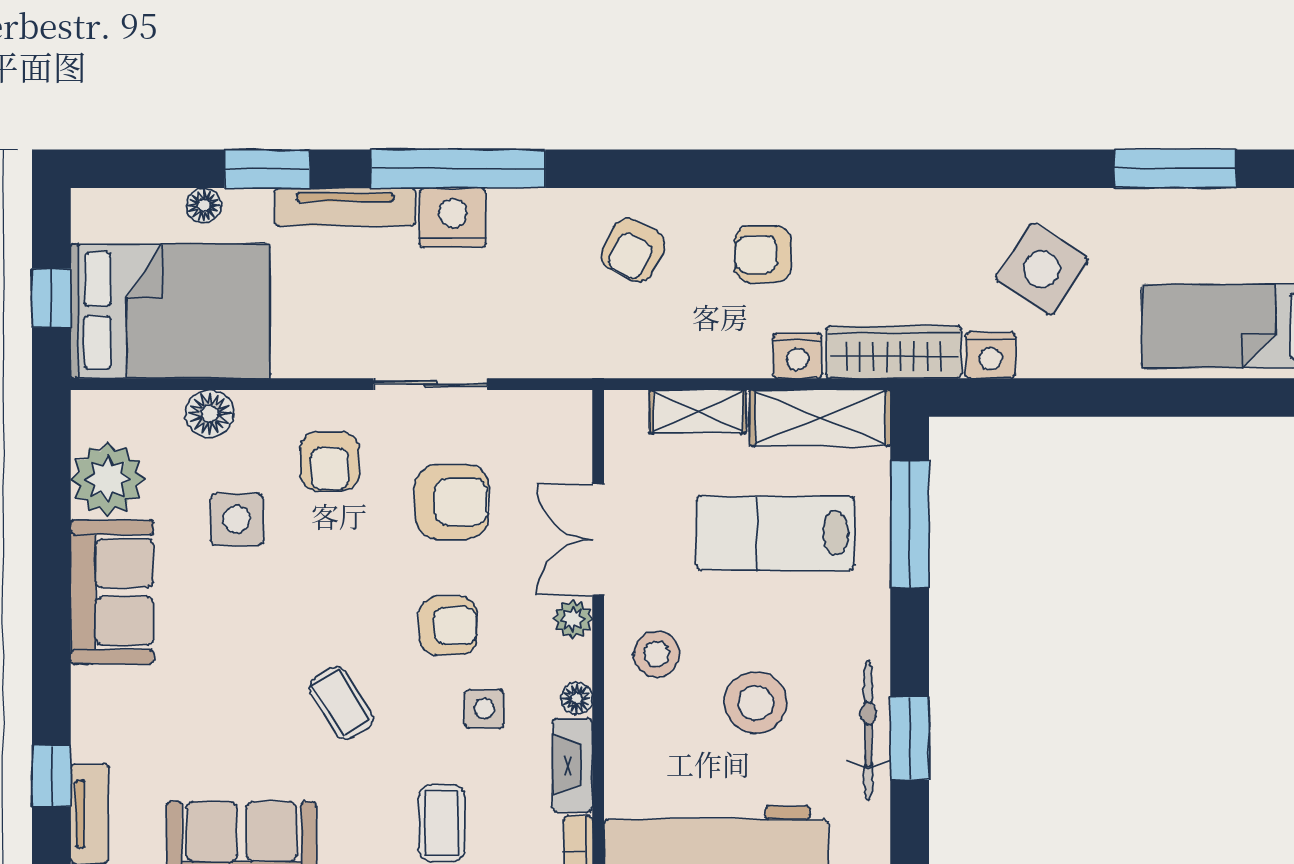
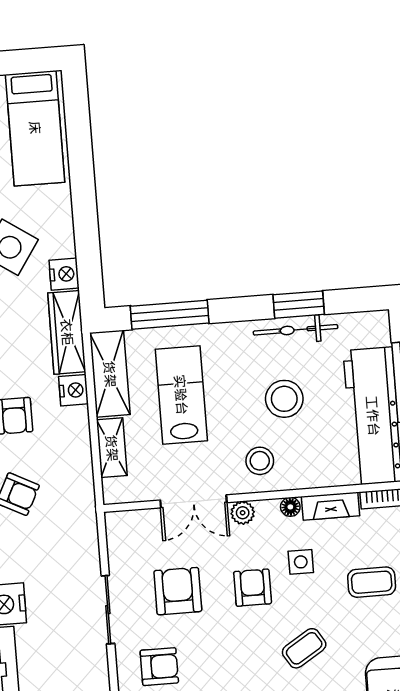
lab bench: (776, 533) -> (181, 395), turned 180

